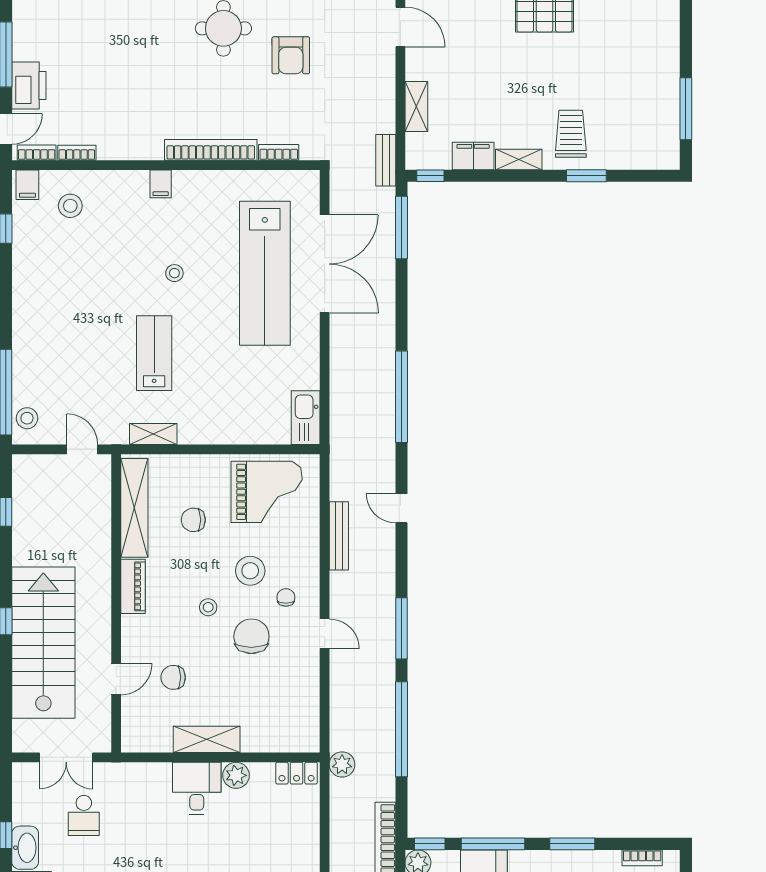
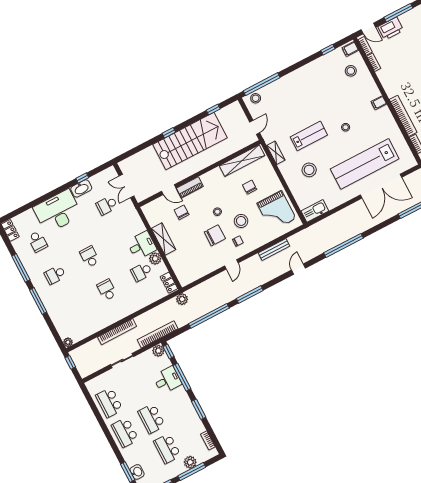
stool: (220, 387) -> (309, 170), added
piano: (133, 586) -> (190, 187), moved
stairs: (43, 643) -> (190, 141), moved
school desk: (248, 815) -> (141, 272), added

